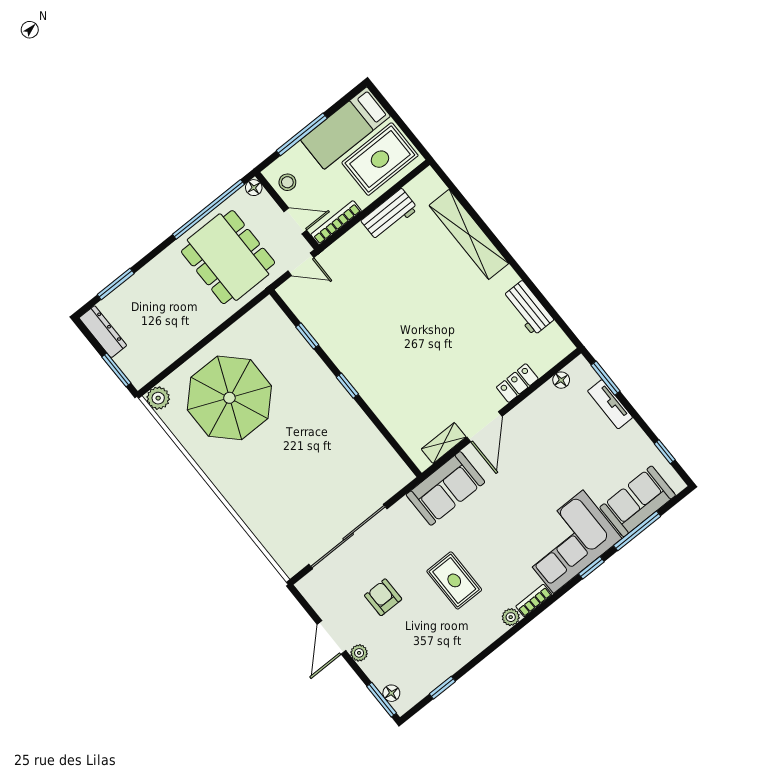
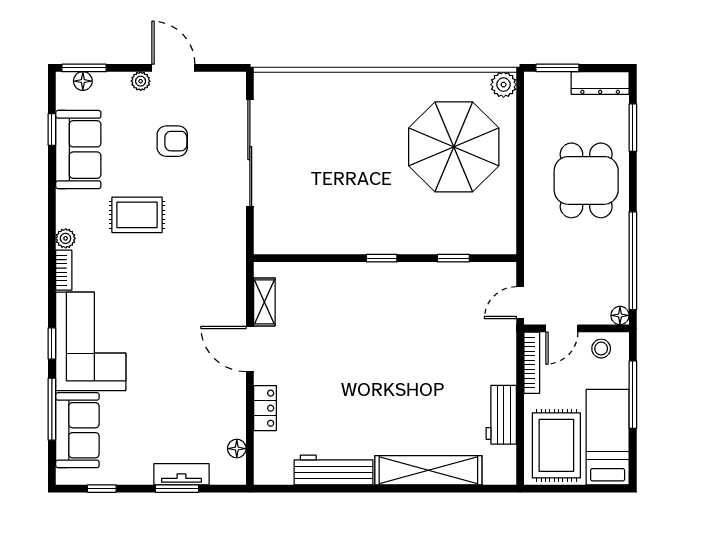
dining table: (228, 257) -> (586, 180), moved, width x0.73
workbench: (528, 308) -> (334, 470), width x1.38
window: (606, 378) -> (177, 489), moved
sofa: (445, 488) -> (78, 149), moved, turned 180

